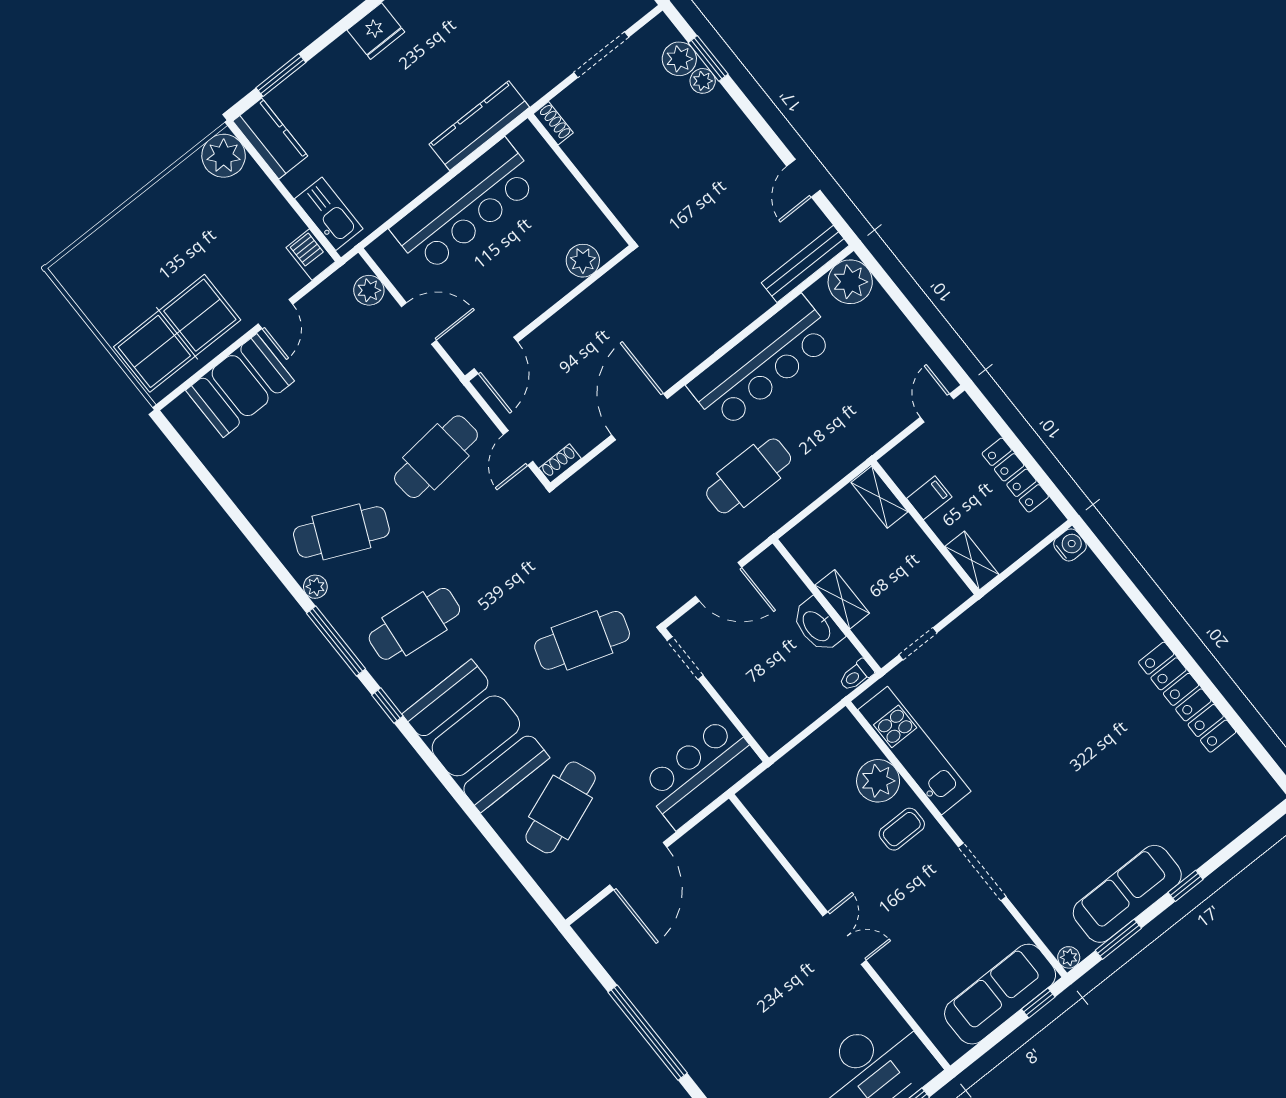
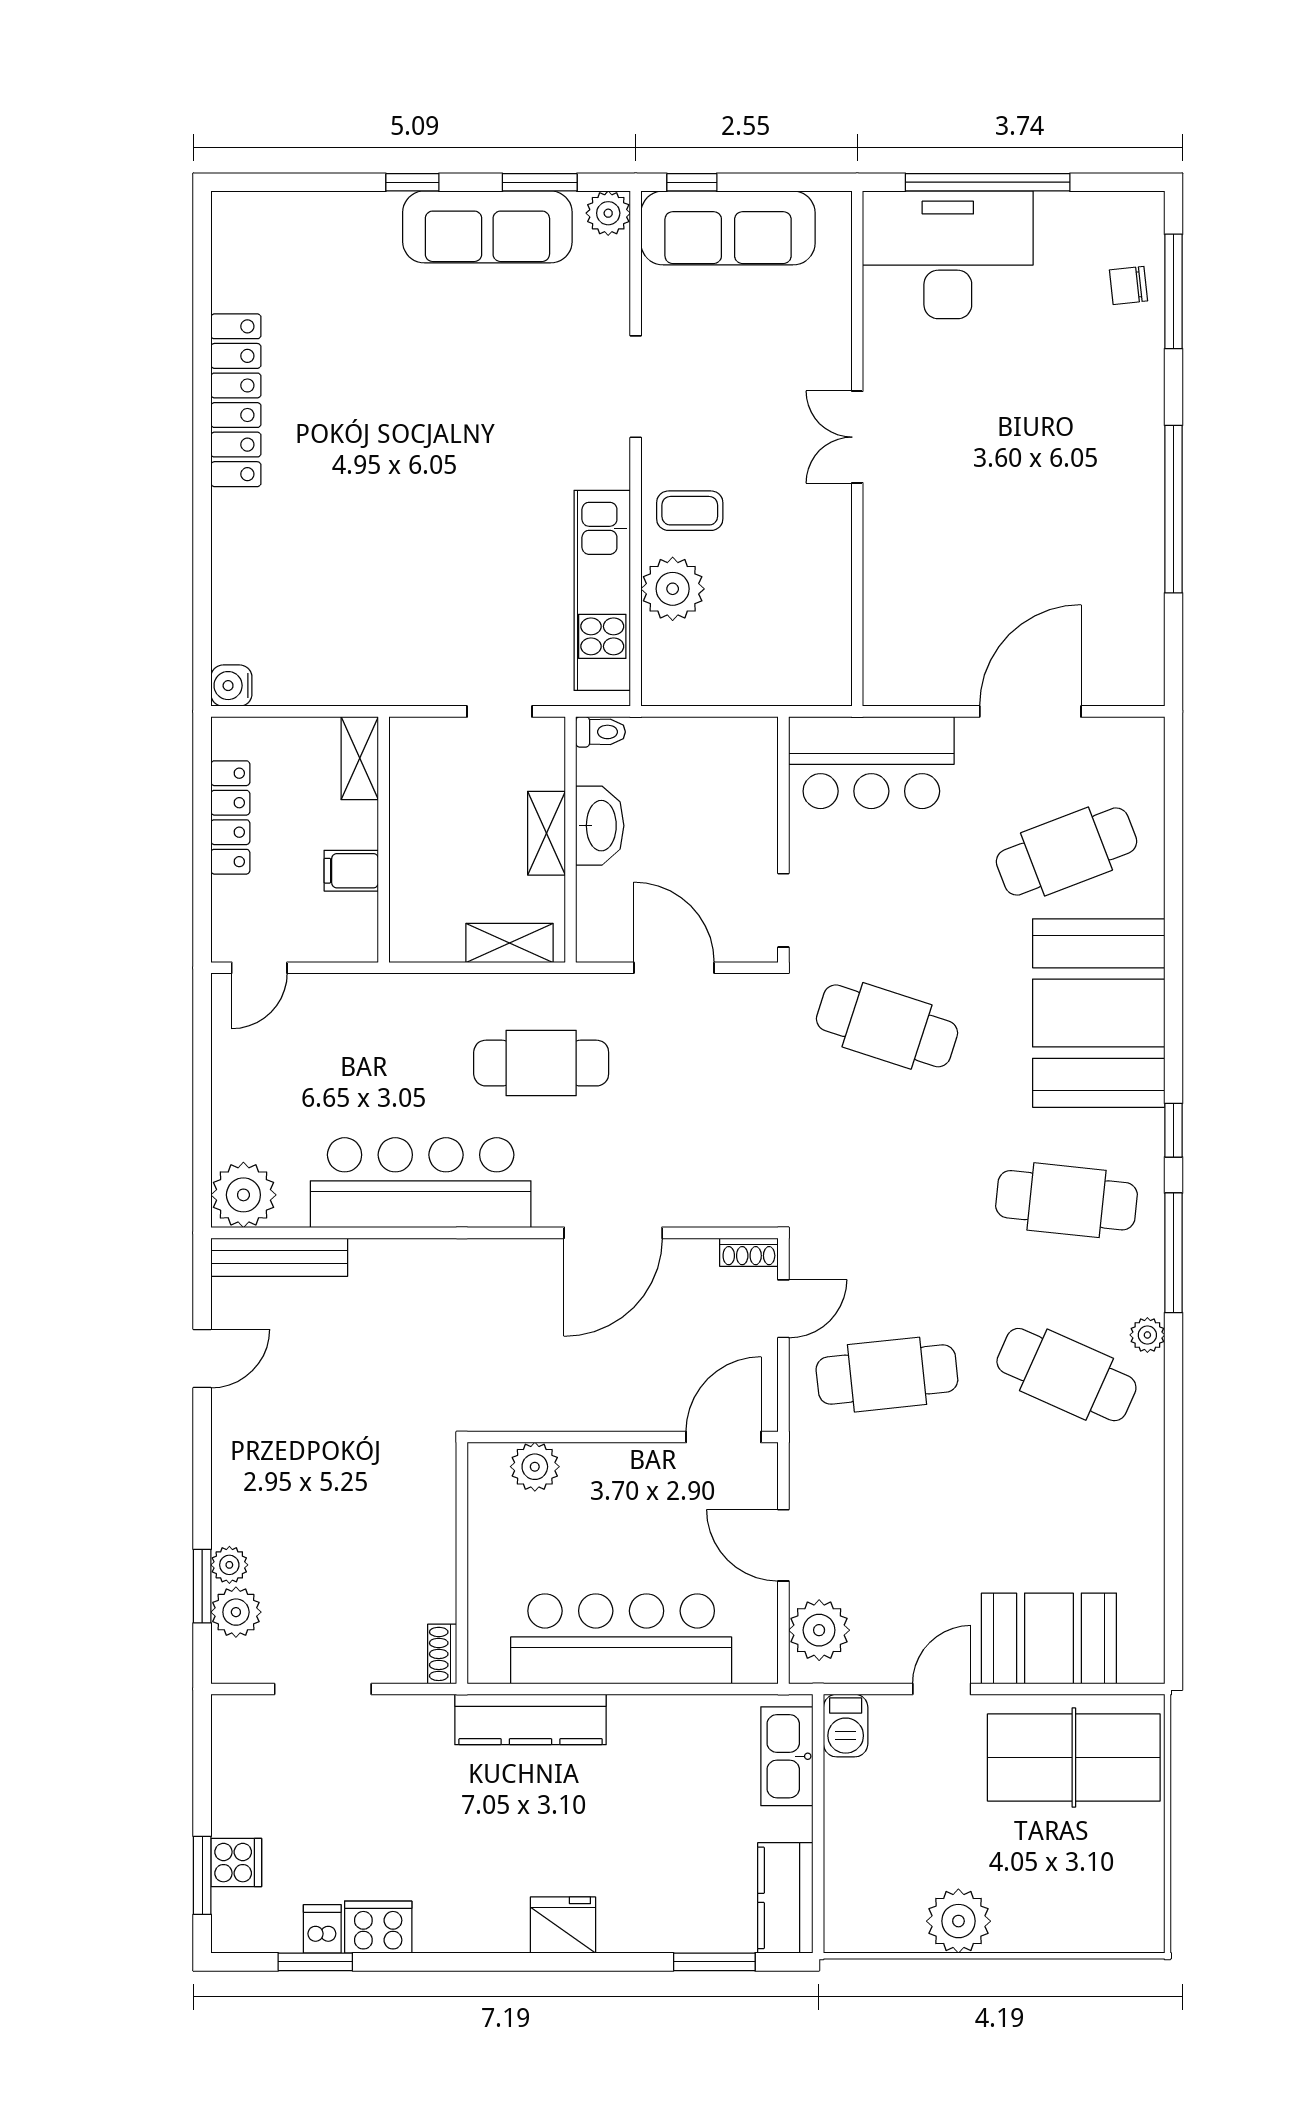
plant: (224, 156) -> (958, 1921), moved
plant: (369, 290) -> (819, 1630), width x1.36, depth x1.36
shelving: (880, 497) -> (509, 943), moved, turned 90
plant: (1069, 957) -> (608, 213), width x1.38, depth x1.38

